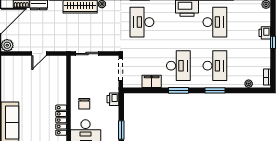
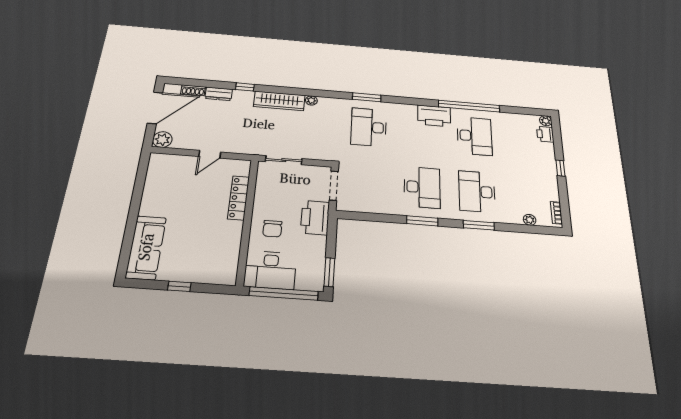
printer: (265, 33) -> (545, 134), moved
desk: (215, 66) -> (477, 192), turned 180
filing cabinet: (152, 81) -> (381, 205), removed
printer: (113, 99) -> (315, 218), width x1.87, depth x1.48
locker: (61, 120) -> (239, 198), moved

